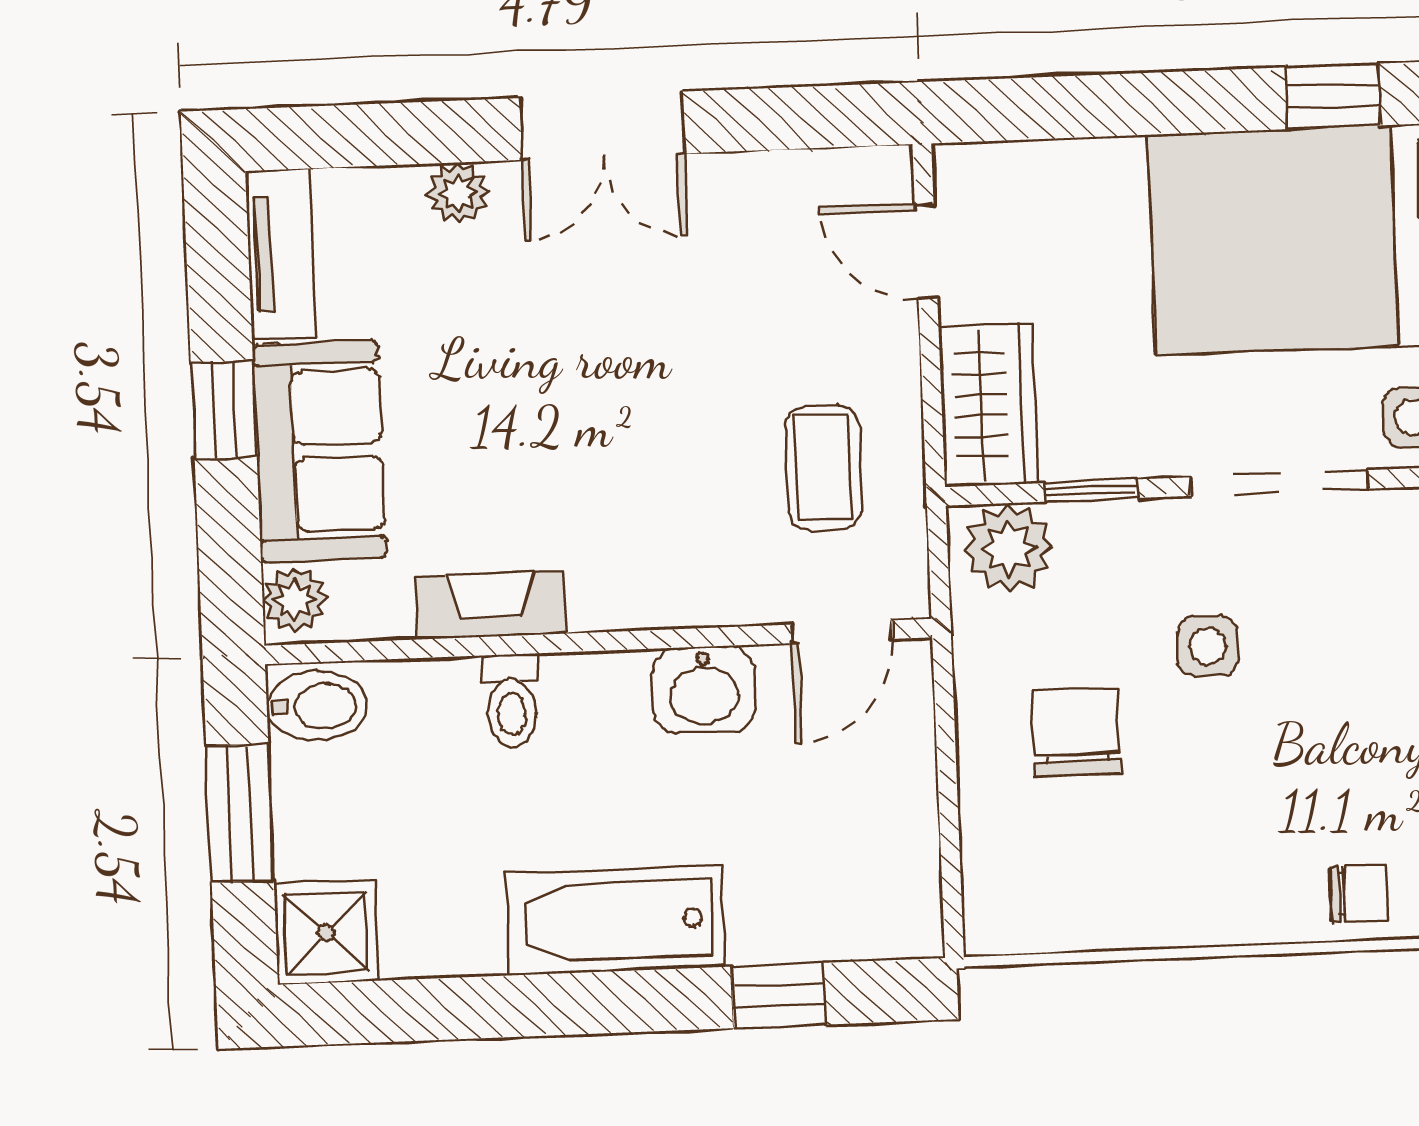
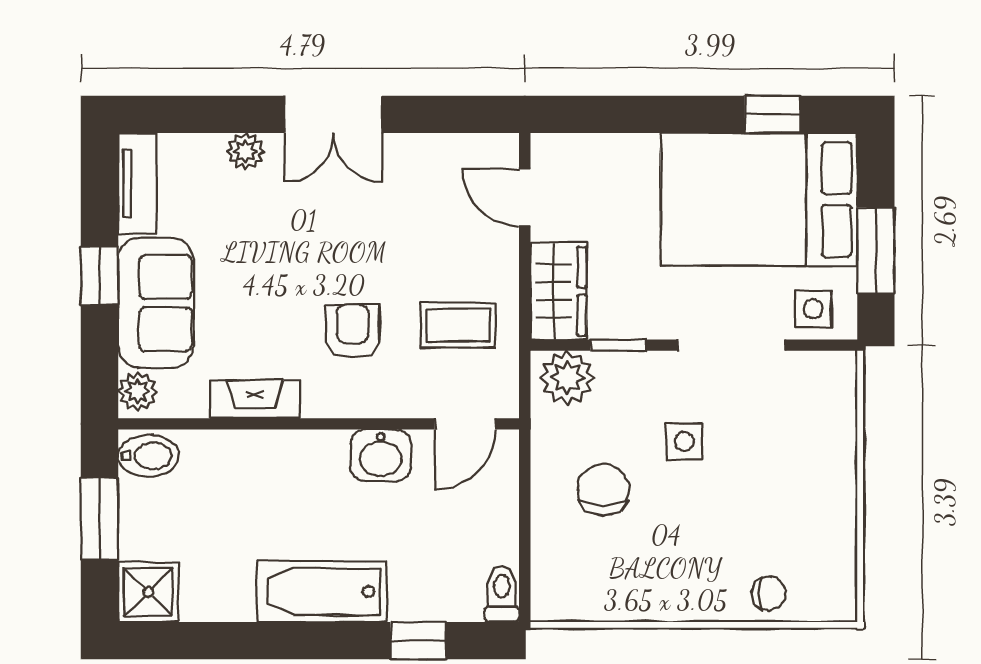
coffee table: (824, 468) -> (458, 325), turned 90
armchair: (648, 485) -> (353, 331), added
toilet: (512, 701) -> (502, 594), moved, turned 180

